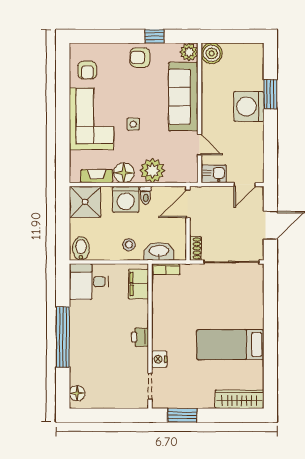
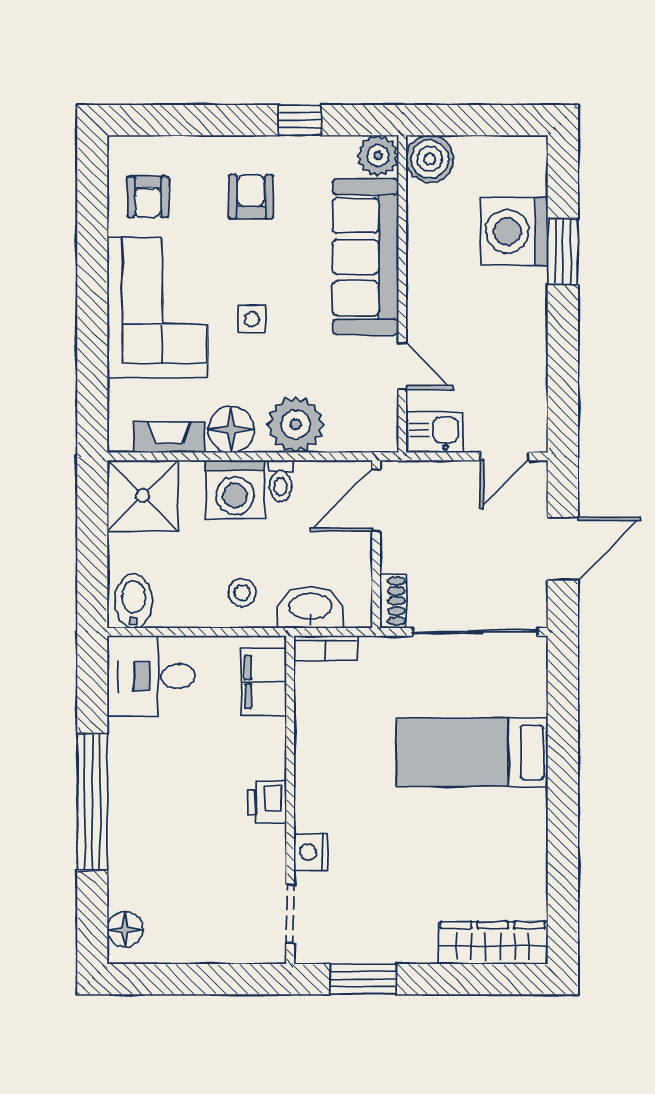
armchair: (140, 58) -> (251, 197), moved, turned 90
washing machine: (249, 107) -> (514, 231), moved
bed: (230, 345) -> (472, 752), moved

